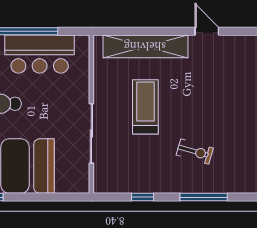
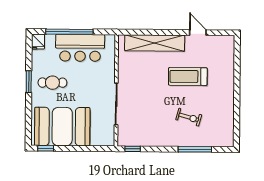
treadmill: (145, 107) -> (188, 76), moved, turned -90
window: (142, 197) -> (133, 149), moved

